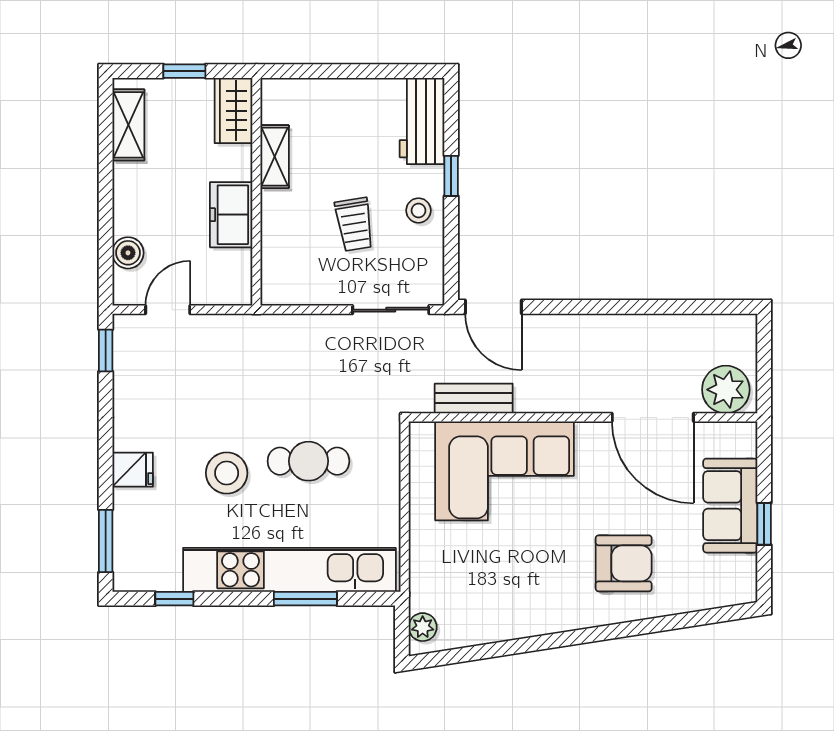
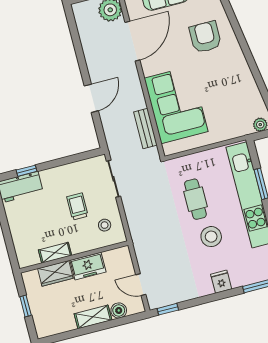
wardrobe: (233, 111) -> (55, 273), moved
shelving: (128, 125) -> (93, 317), moved
window: (451, 176) -> (26, 171), moved
stool: (418, 210) -> (105, 225), moved
trolley: (354, 224) -> (77, 206), turned -81
door: (493, 307) -> (91, 98), moved

